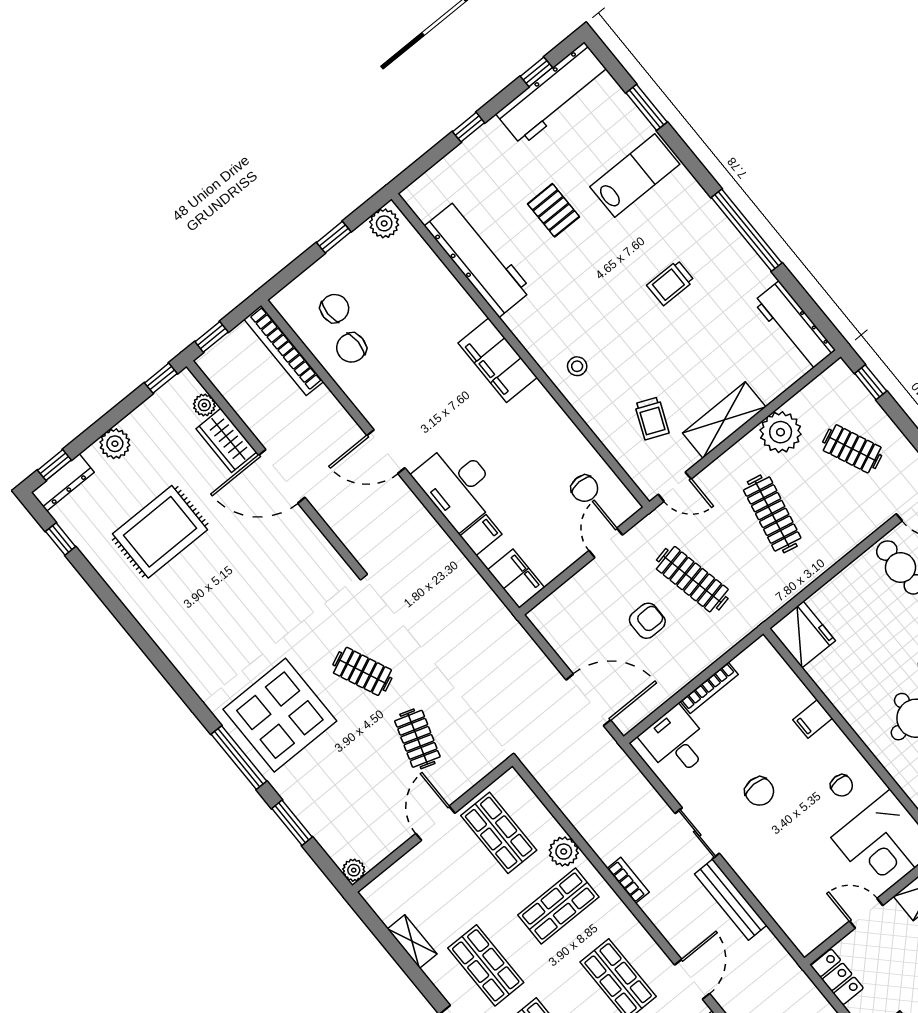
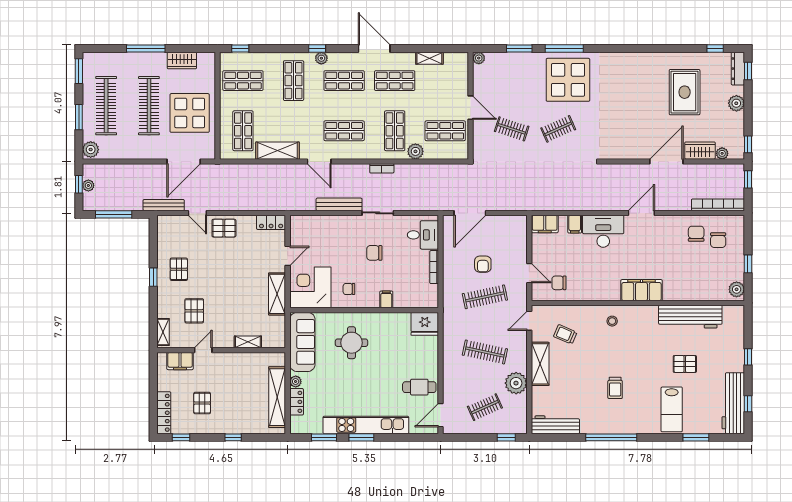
trolley: (671, 283) -> (615, 388), turned 180

